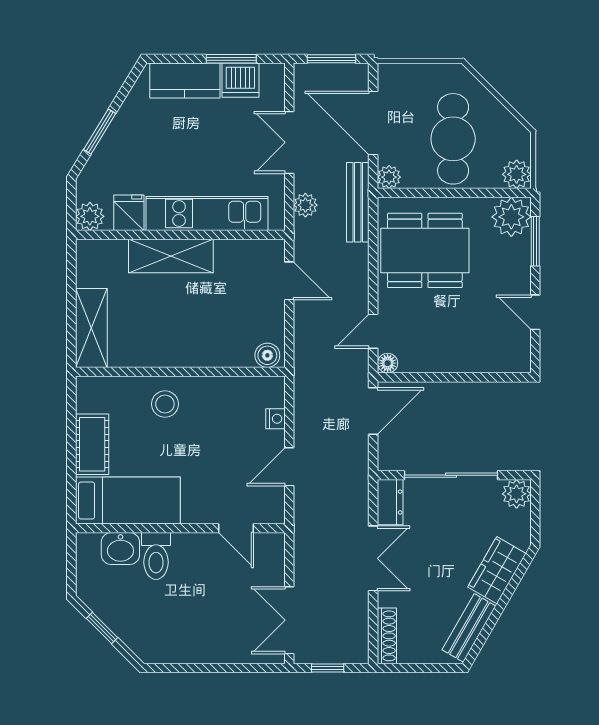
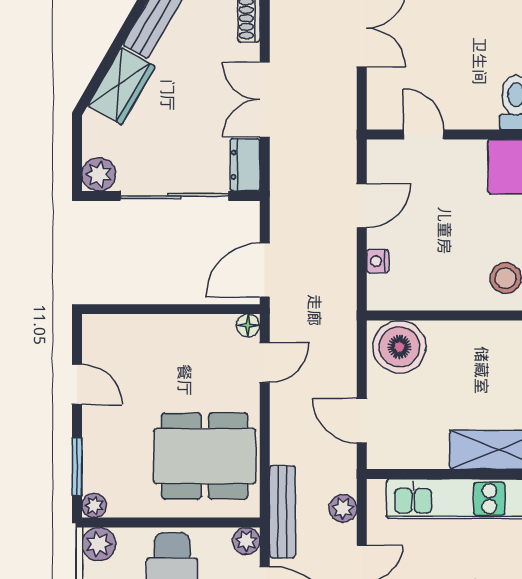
plant: (511, 217) -> (94, 506), width x0.53, depth x0.53
boiler: (267, 355) -> (399, 347), width x1.86, depth x1.86

